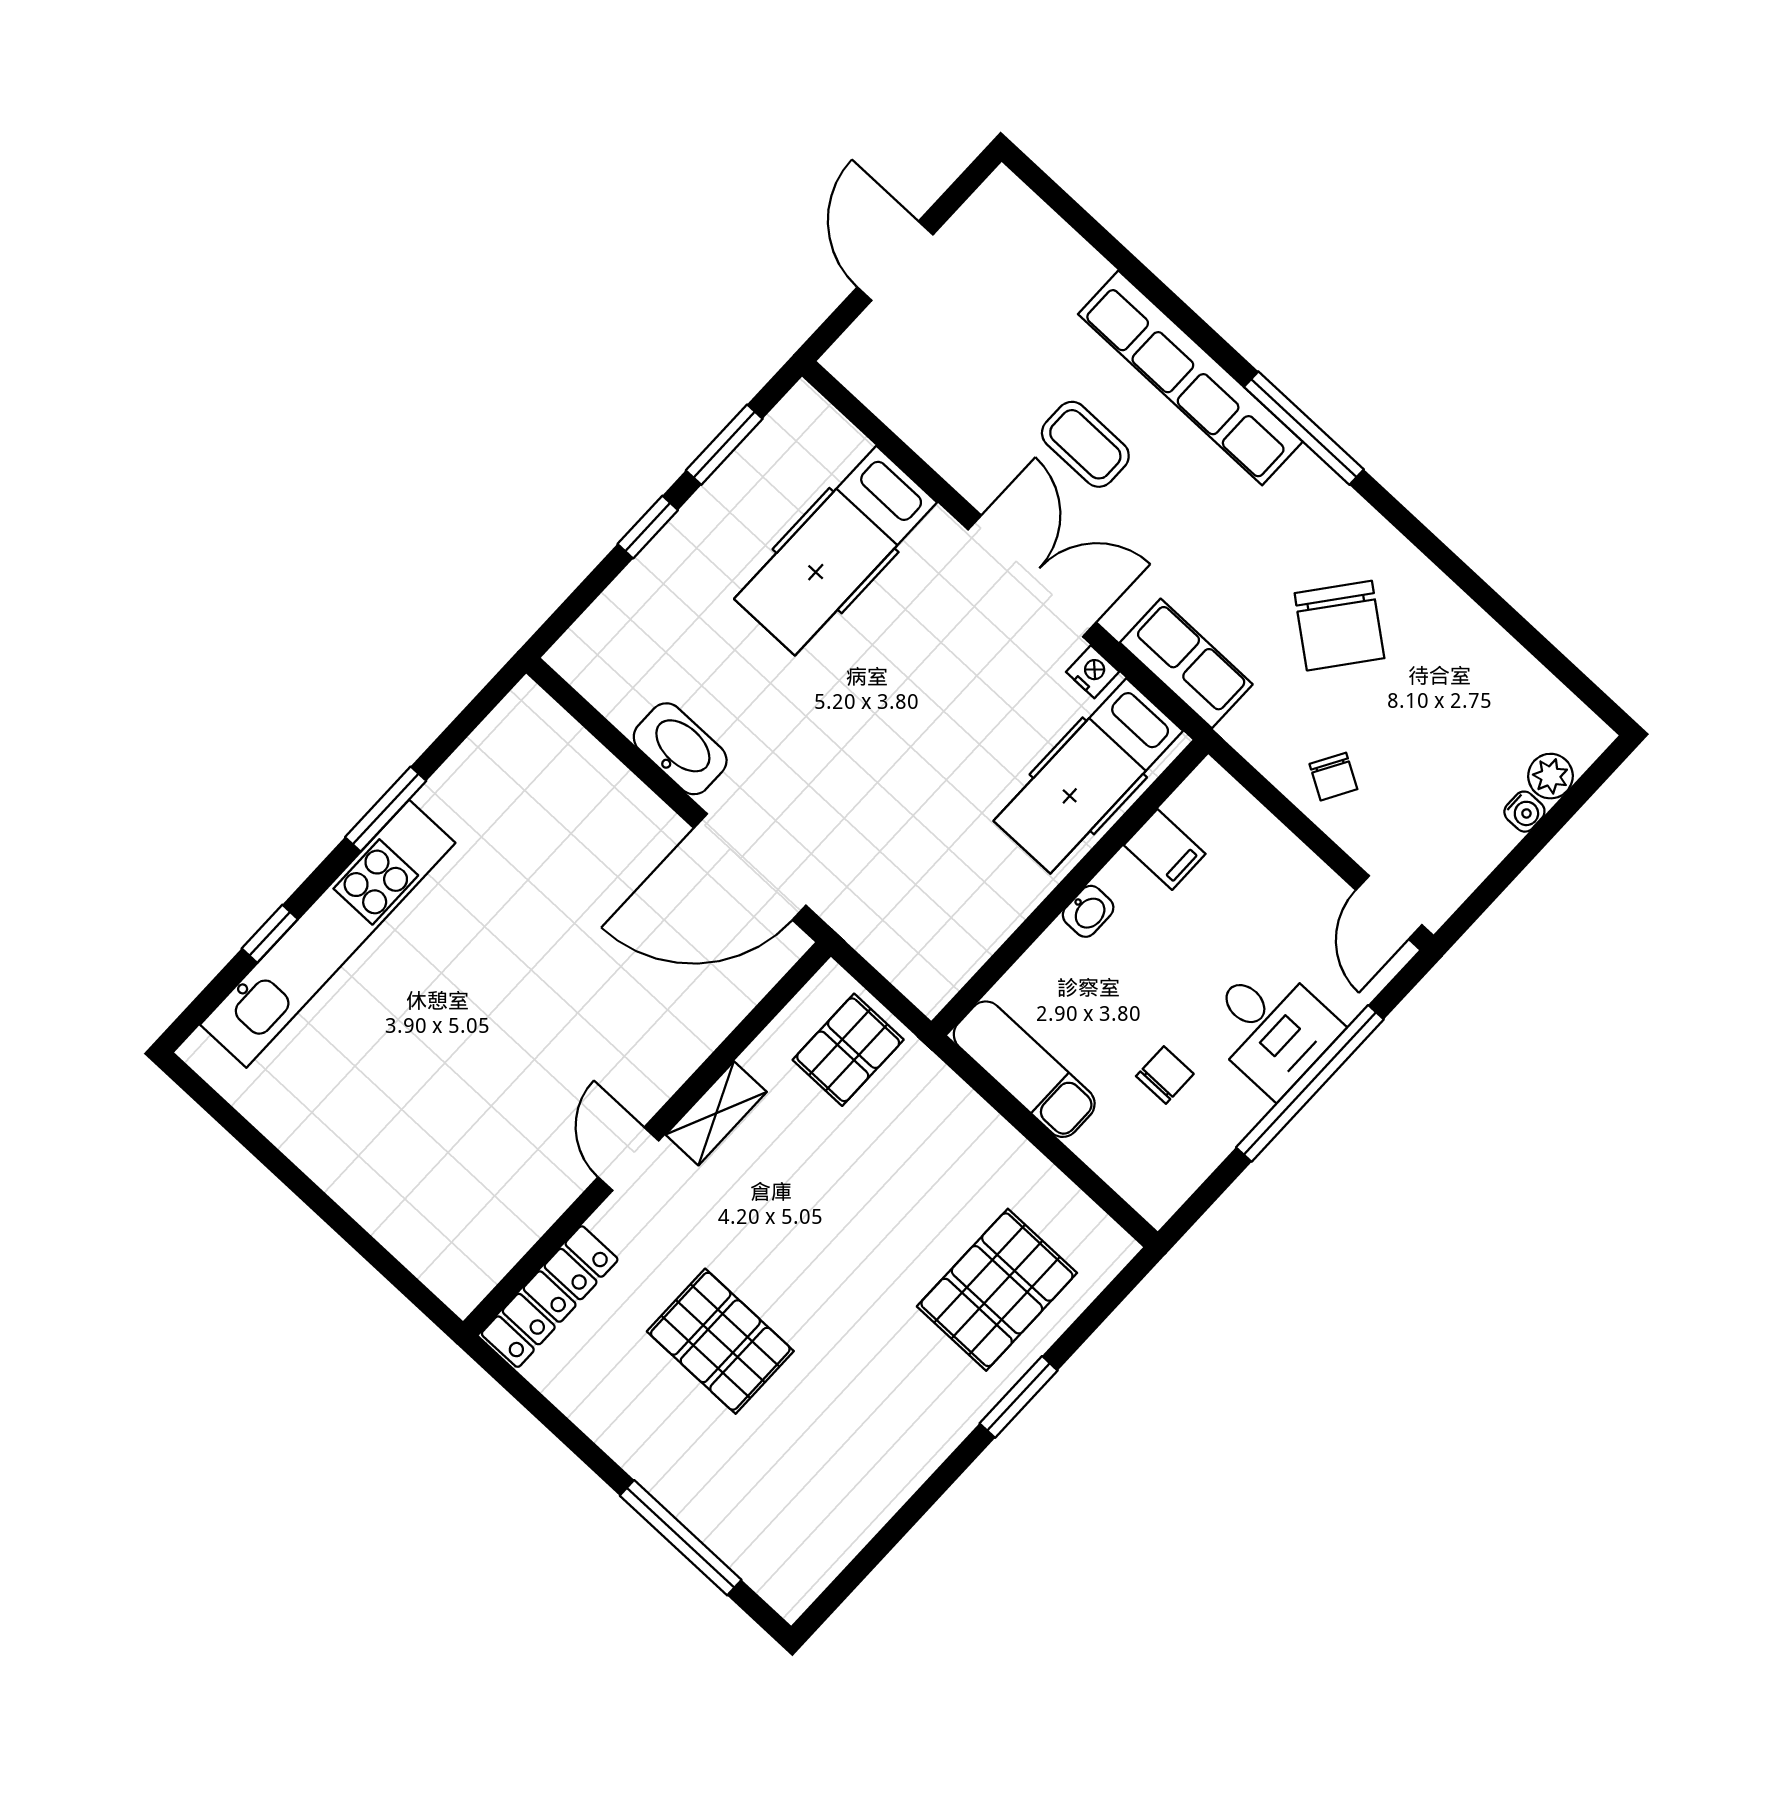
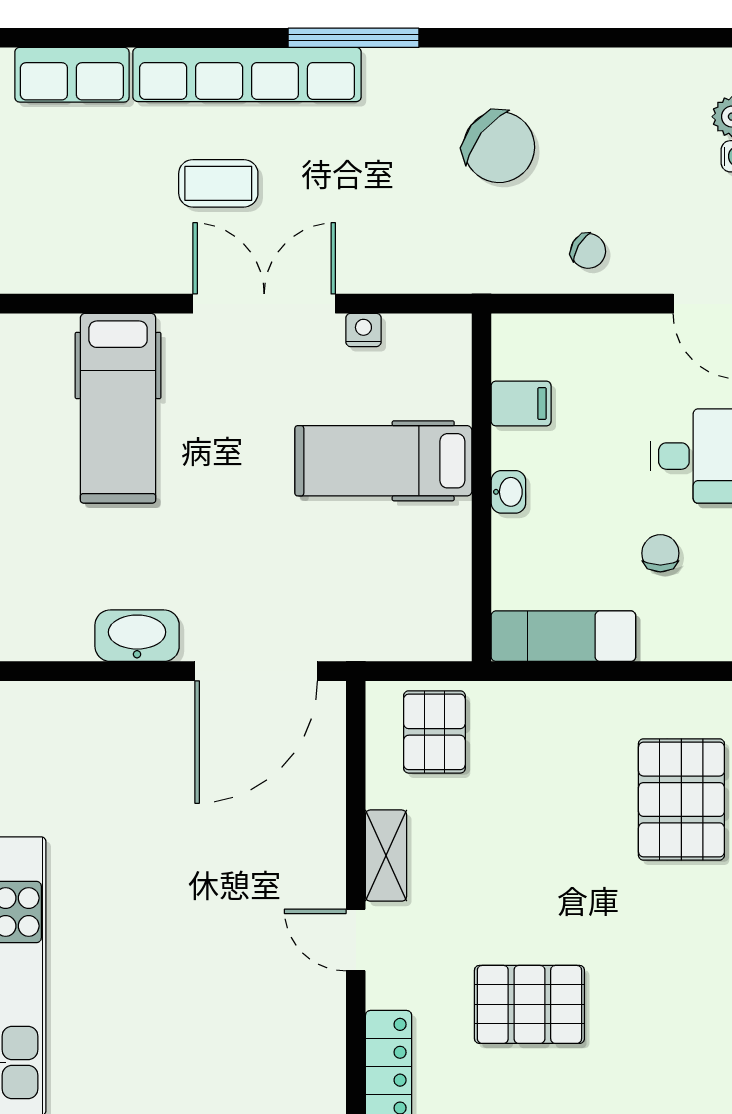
row of seats: (1186, 663) -> (72, 75), moved, turned 180
hospital bed: (1088, 776) -> (383, 461), moved, turned 90

